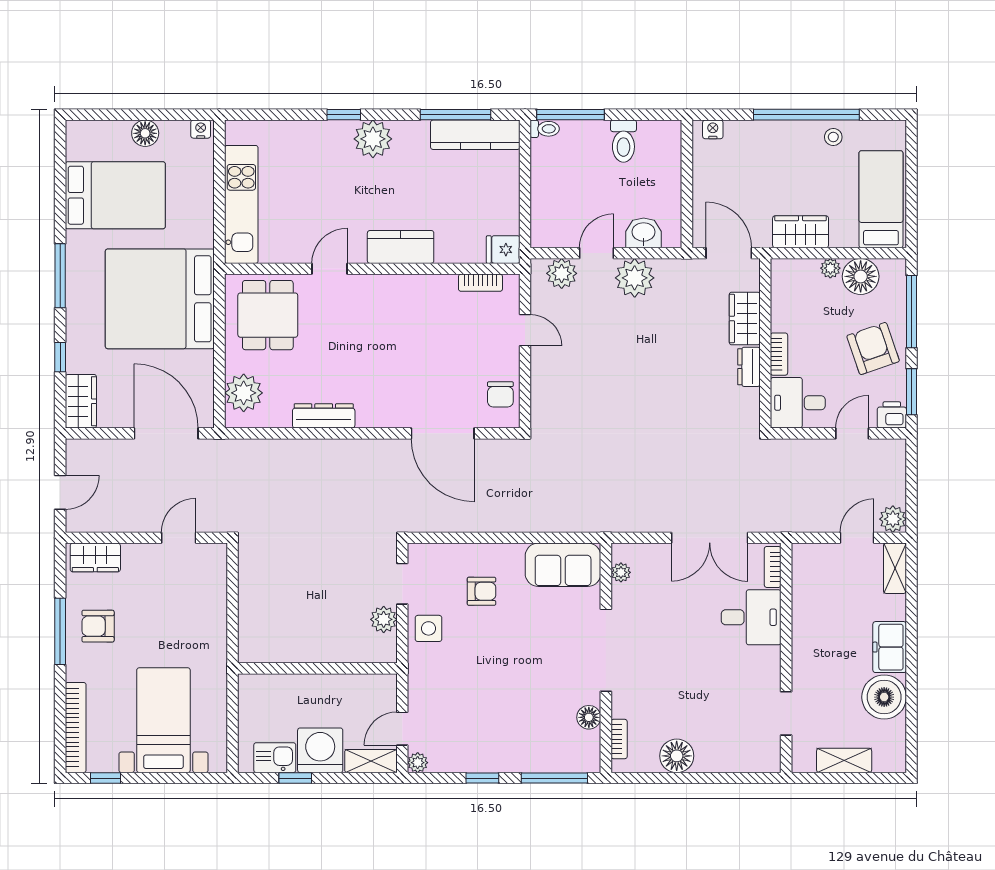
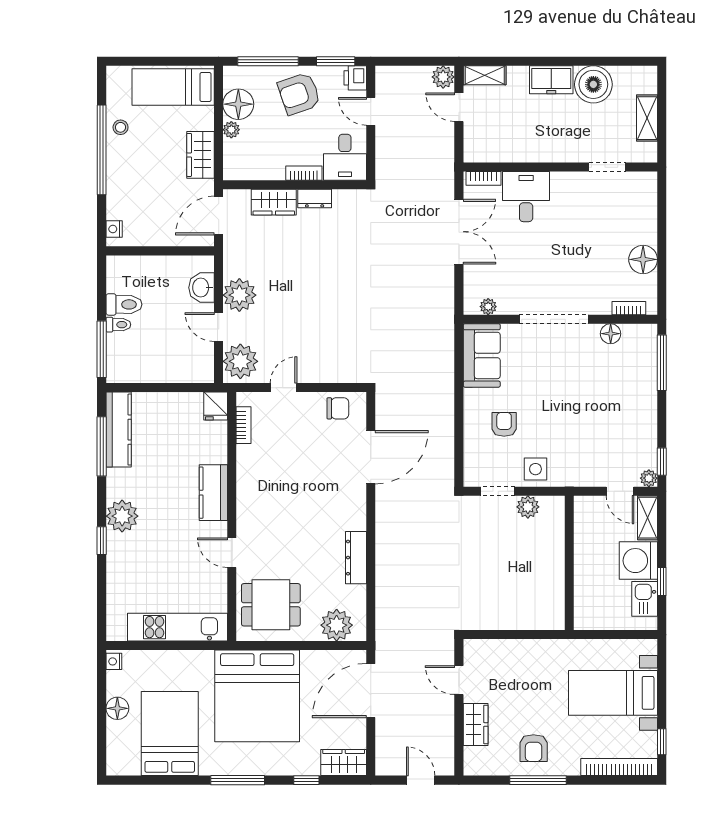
toilet: (545, 129) -> (118, 325), moved, turned 90
plant: (562, 273) -> (240, 361), width x1.36, depth x1.36
wardrobe: (95, 557) -> (476, 724), moved
window: (482, 778) -> (662, 462), moved

